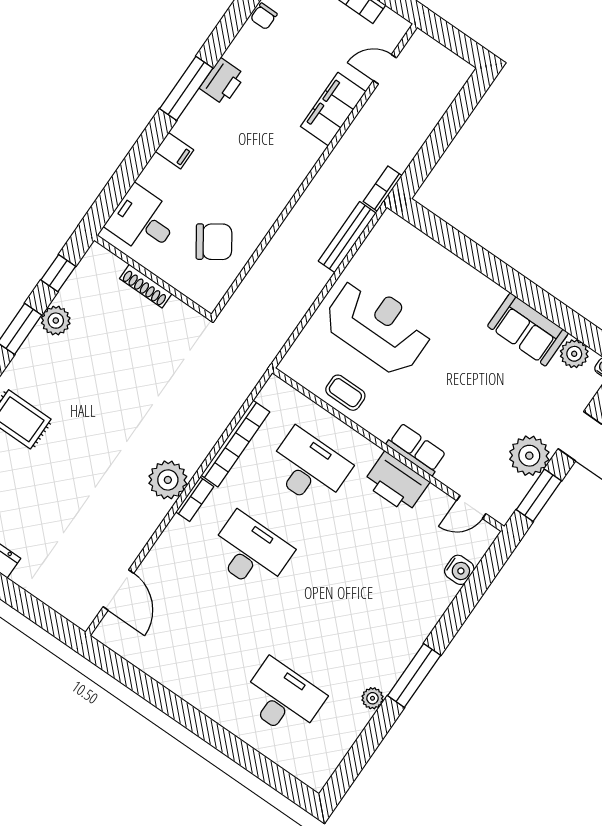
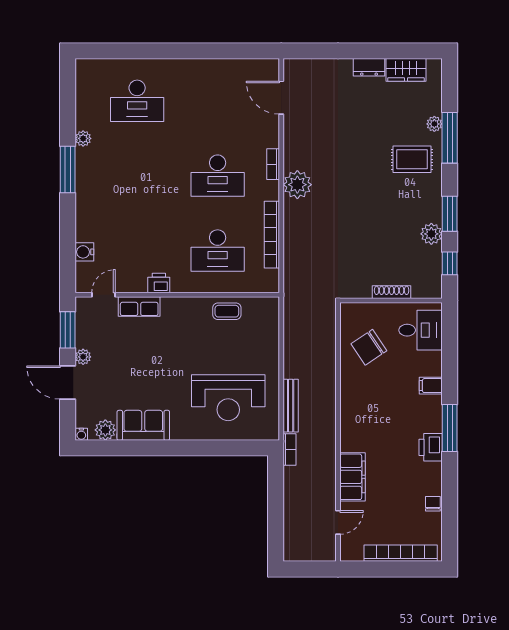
reception desk: (378, 326) -> (228, 398), moved
row of seats: (416, 449) -> (139, 307), moved
plant: (529, 456) -> (83, 357), width x0.53, depth x0.53
printer: (396, 482) -> (159, 283), width x0.53, depth x0.68
bookcase: (195, 499) -> (273, 164), moved

